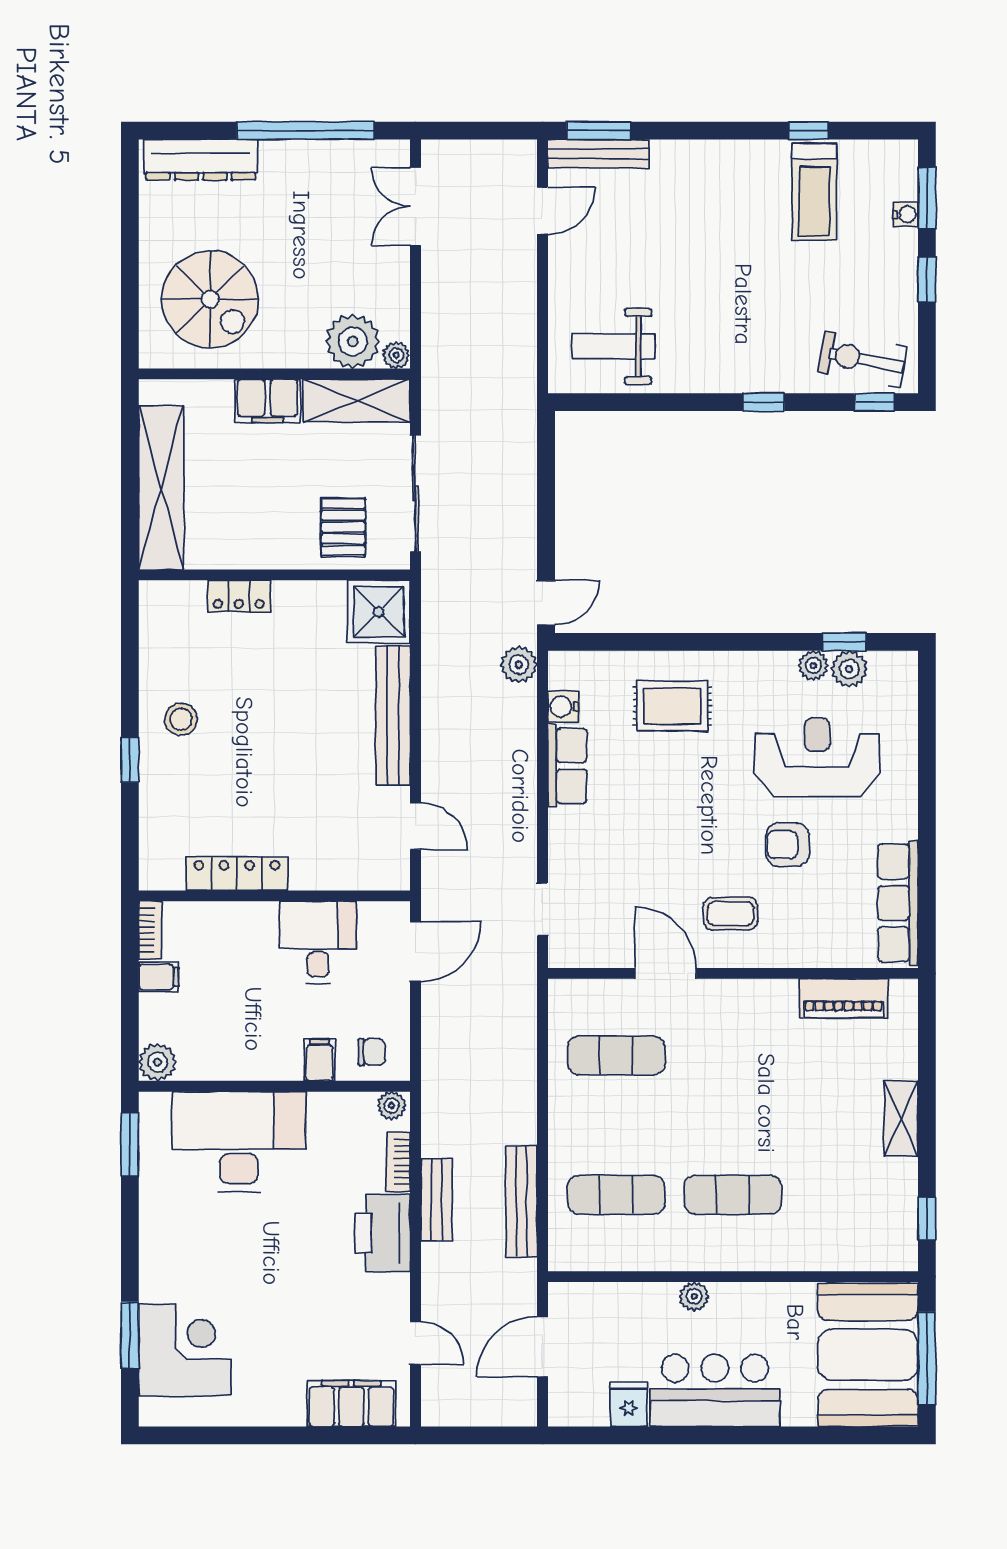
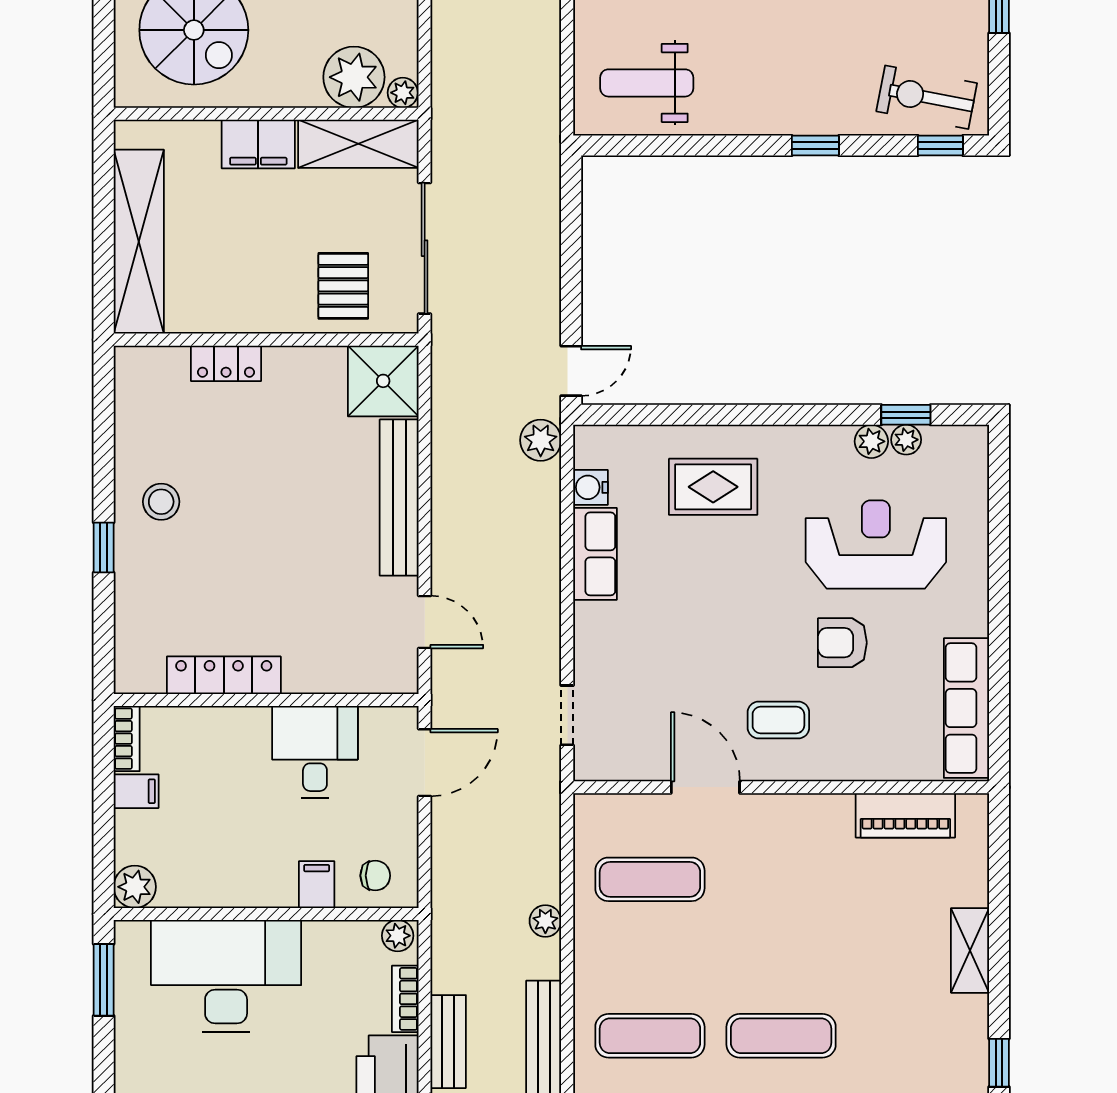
plant: (849, 669) -> (906, 440), width x0.73, depth x0.73
plant: (523, 1092) -> (545, 921), added

